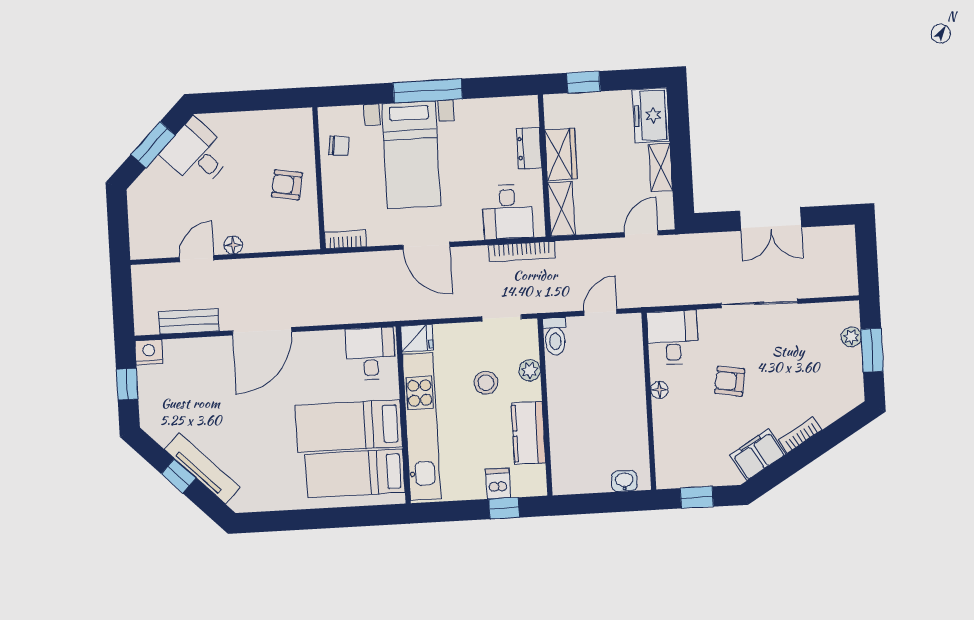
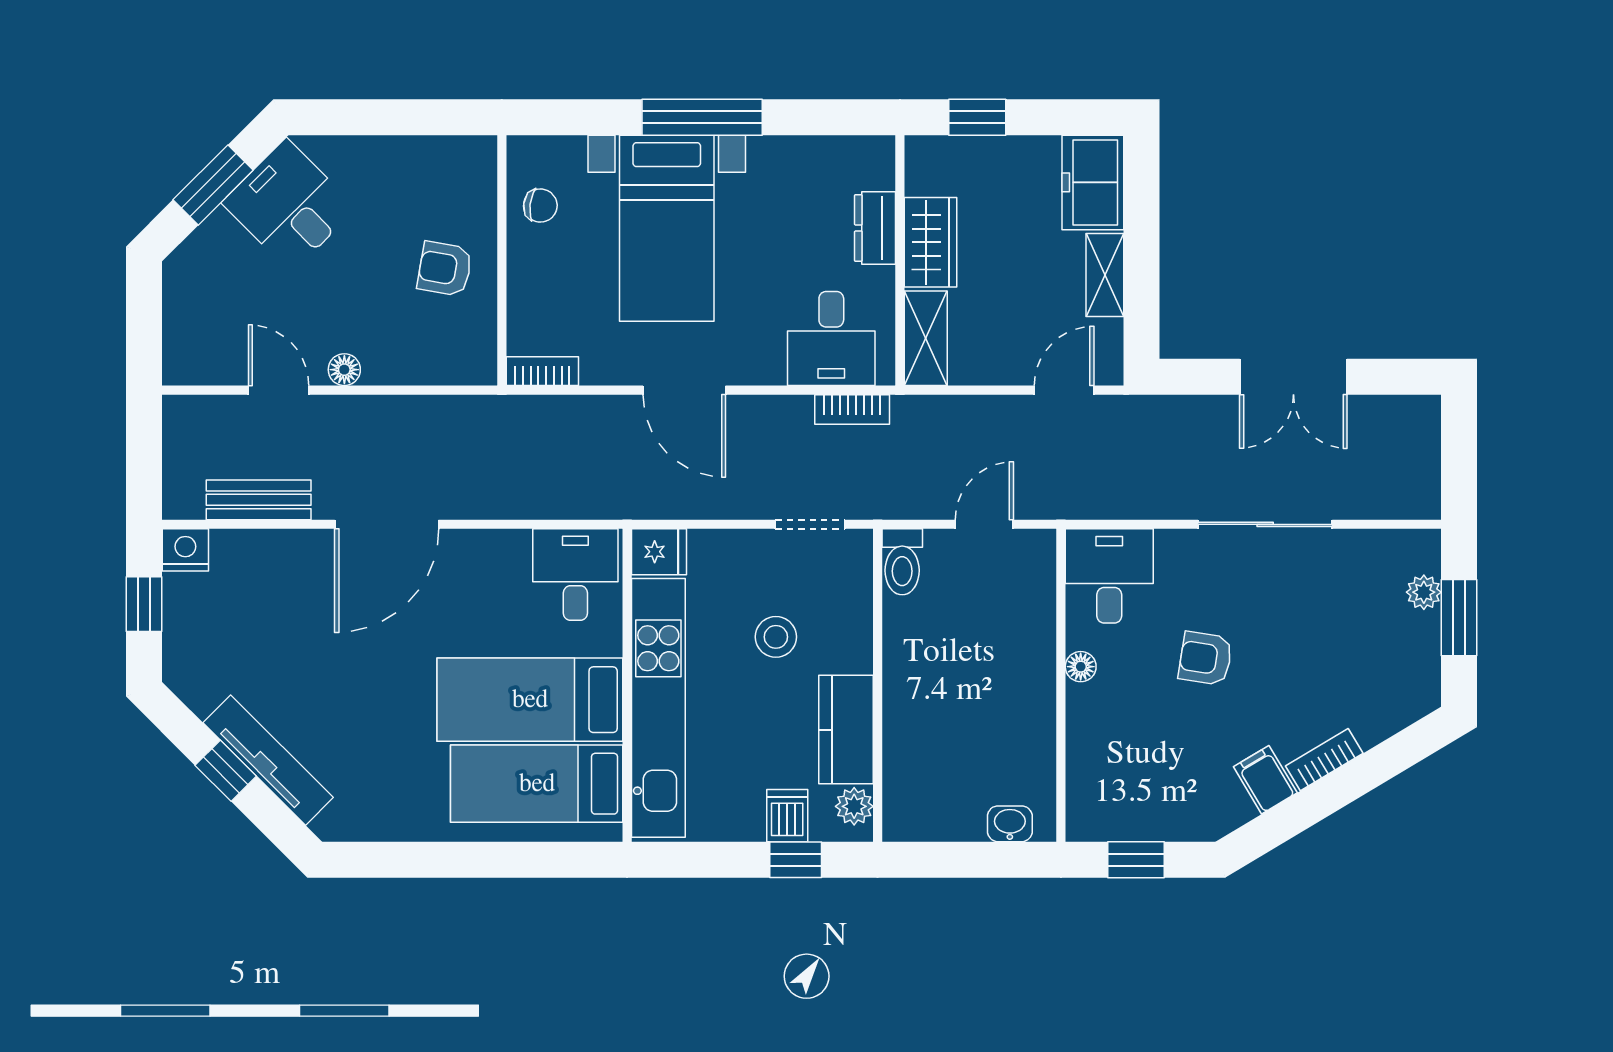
bookcase: (522, 251) -> (852, 409), width x0.64
door: (197, 259) -> (279, 390), hinge flipped
plant: (530, 370) -> (854, 806), moved
filing cabinet: (758, 455) -> (1265, 780), width x0.50

